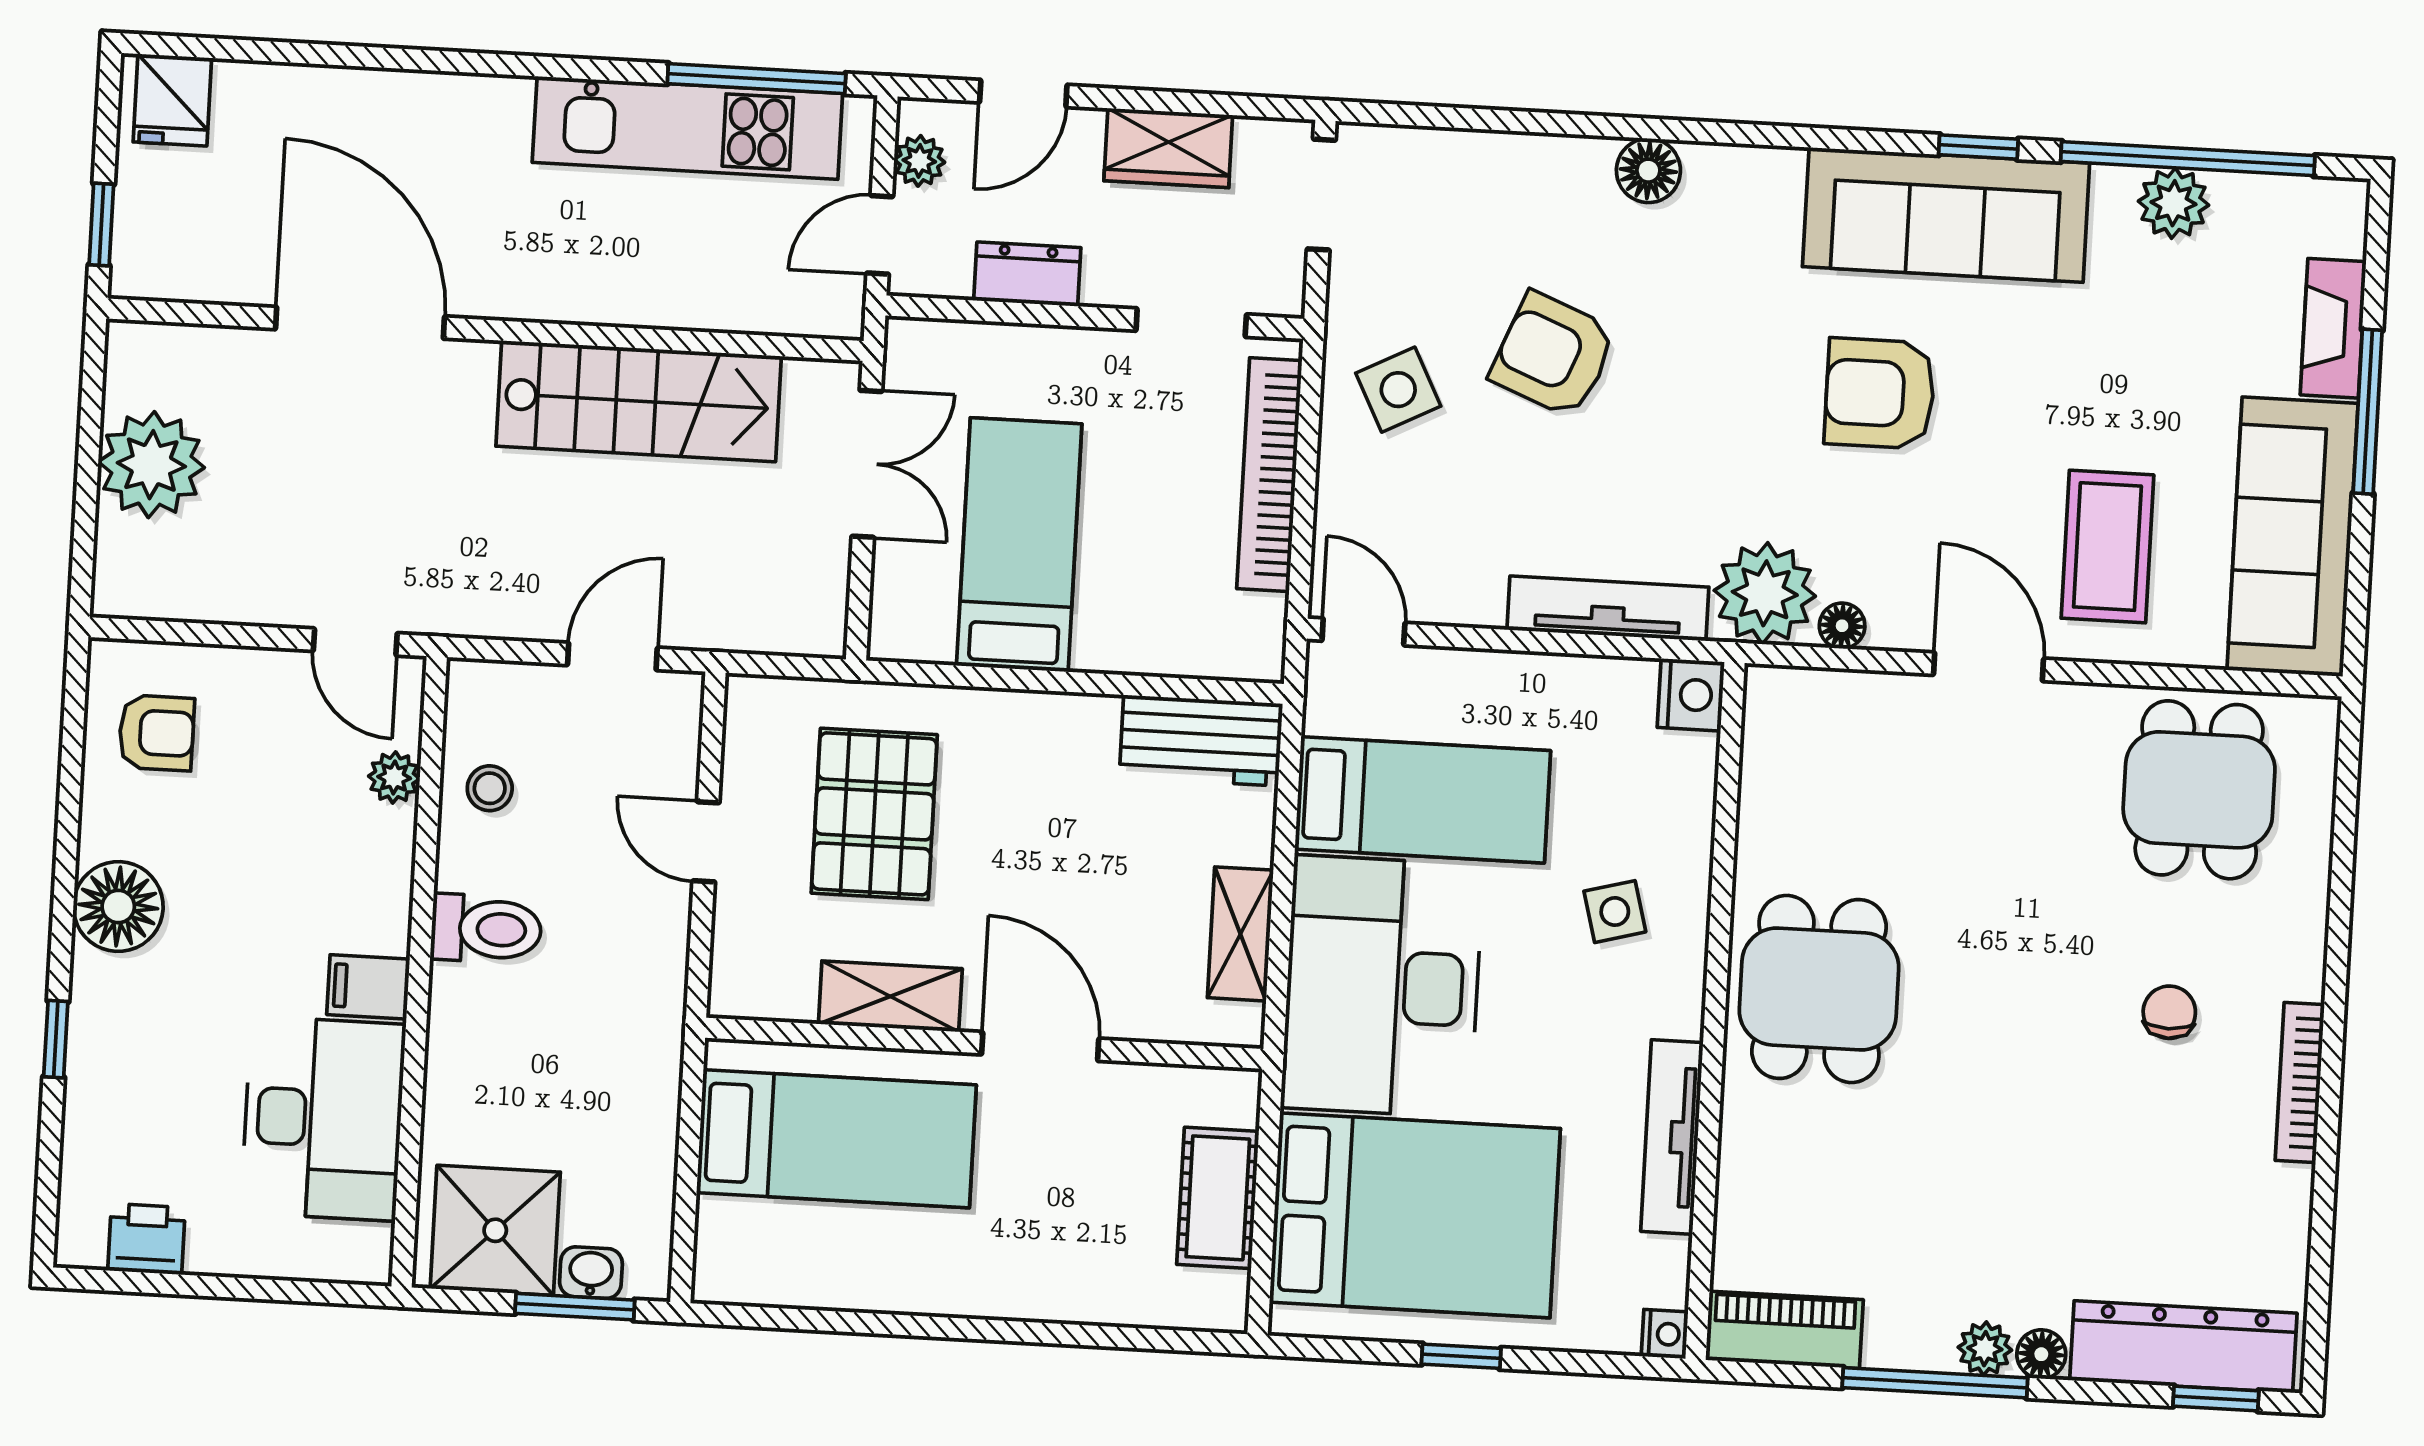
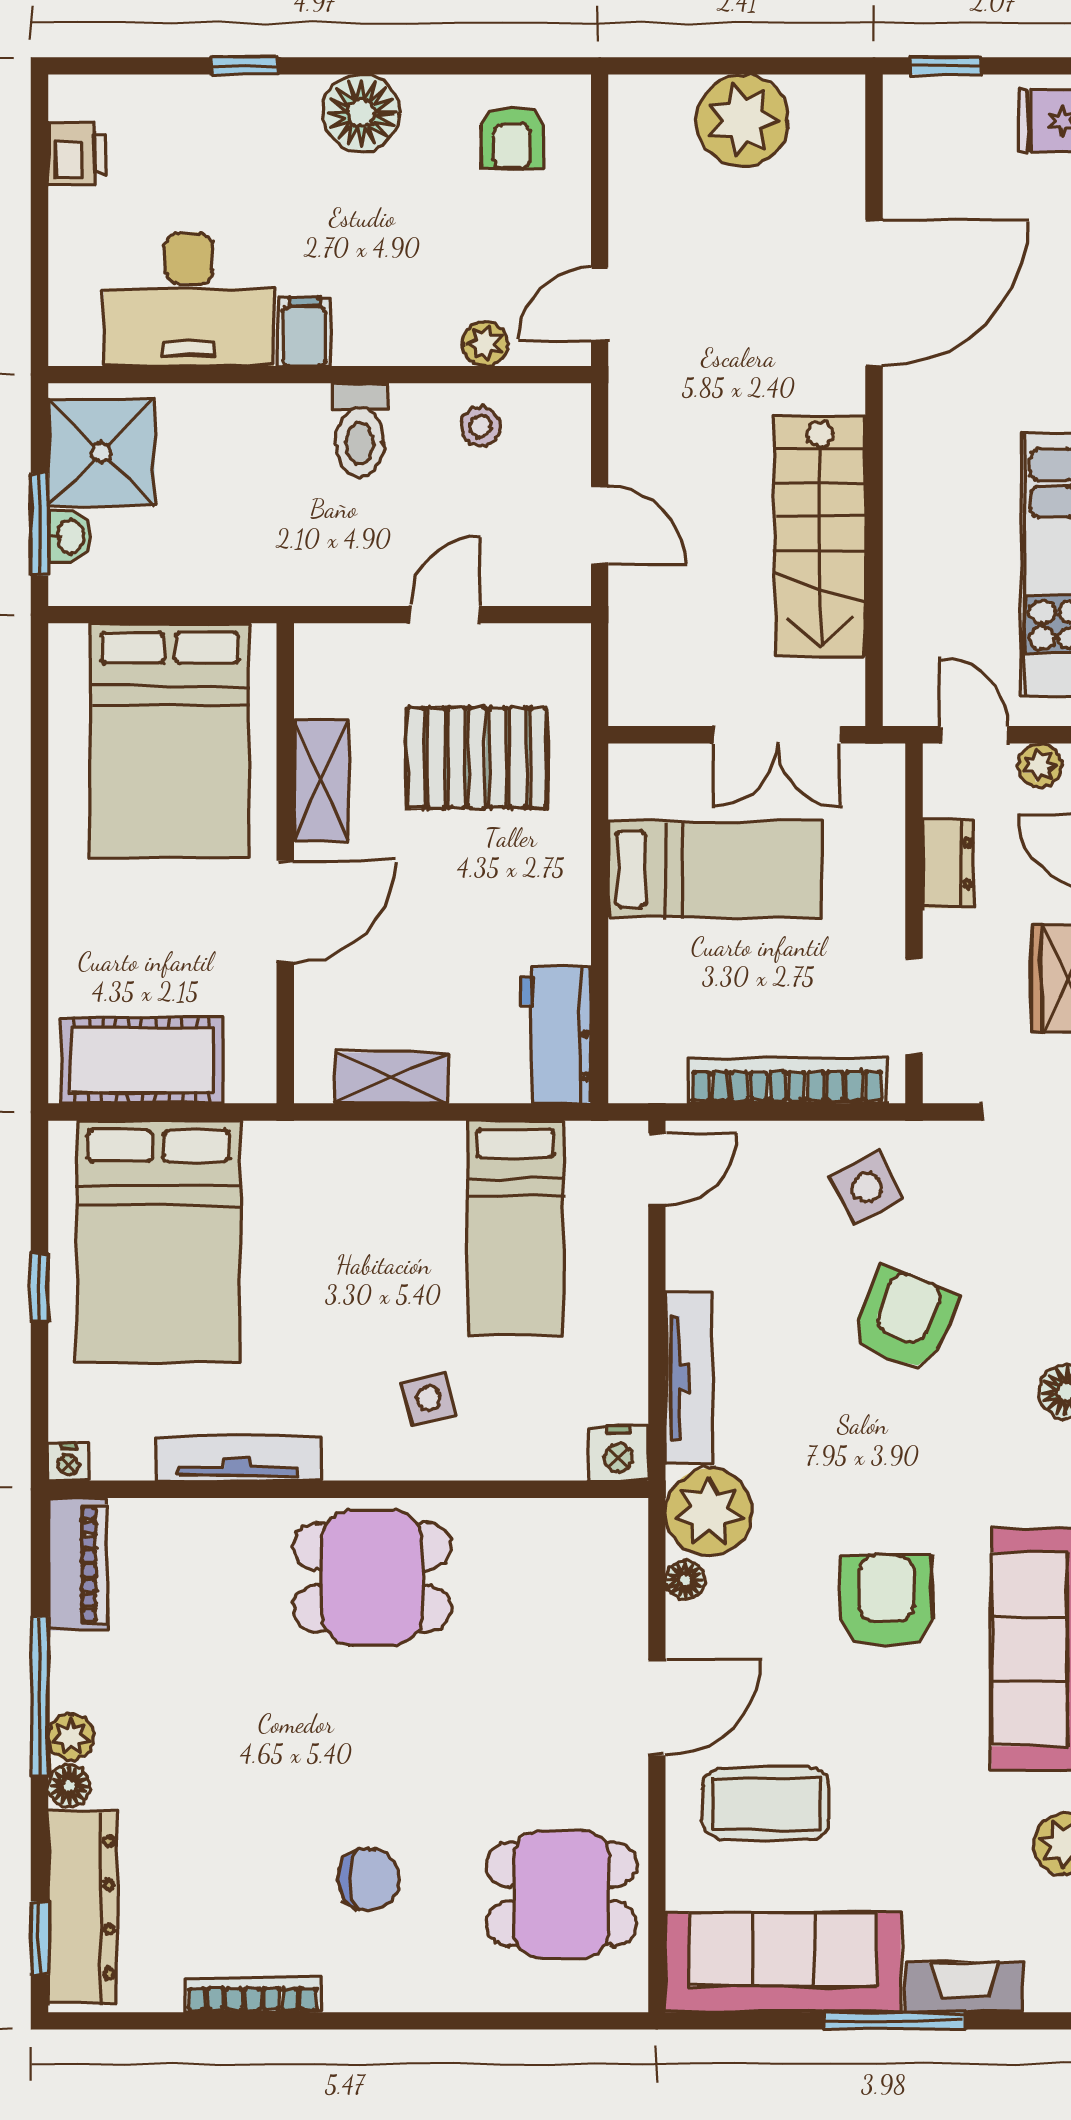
desk: (1382, 986) -> (353, 1202), removed
chair: (2169, 1012) -> (369, 1879), width x1.37, depth x1.37
bookcase: (2300, 1083) -> (253, 1995), moved
bed: (836, 1139) -> (170, 741), width x1.50
cot: (1218, 1198) -> (142, 1060), width x1.37, depth x1.34

